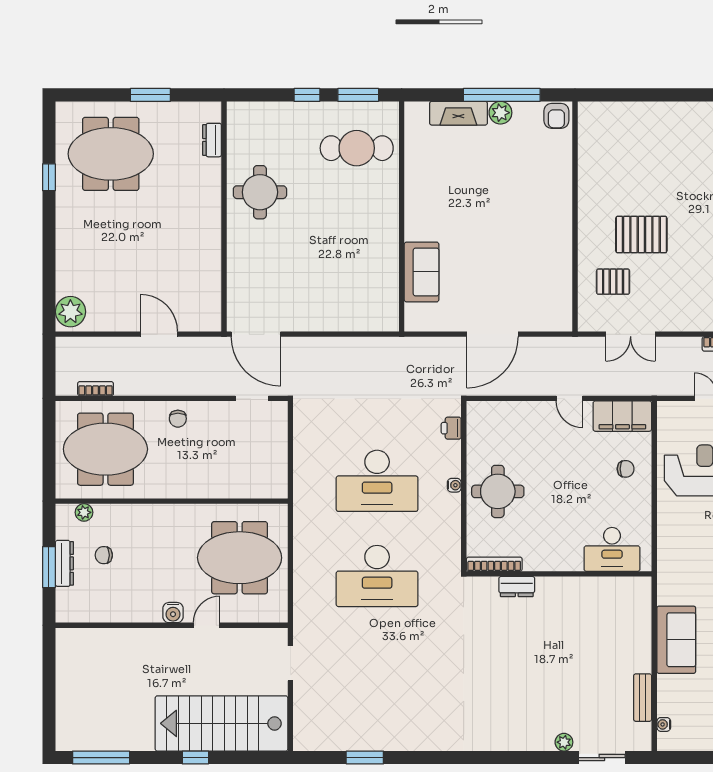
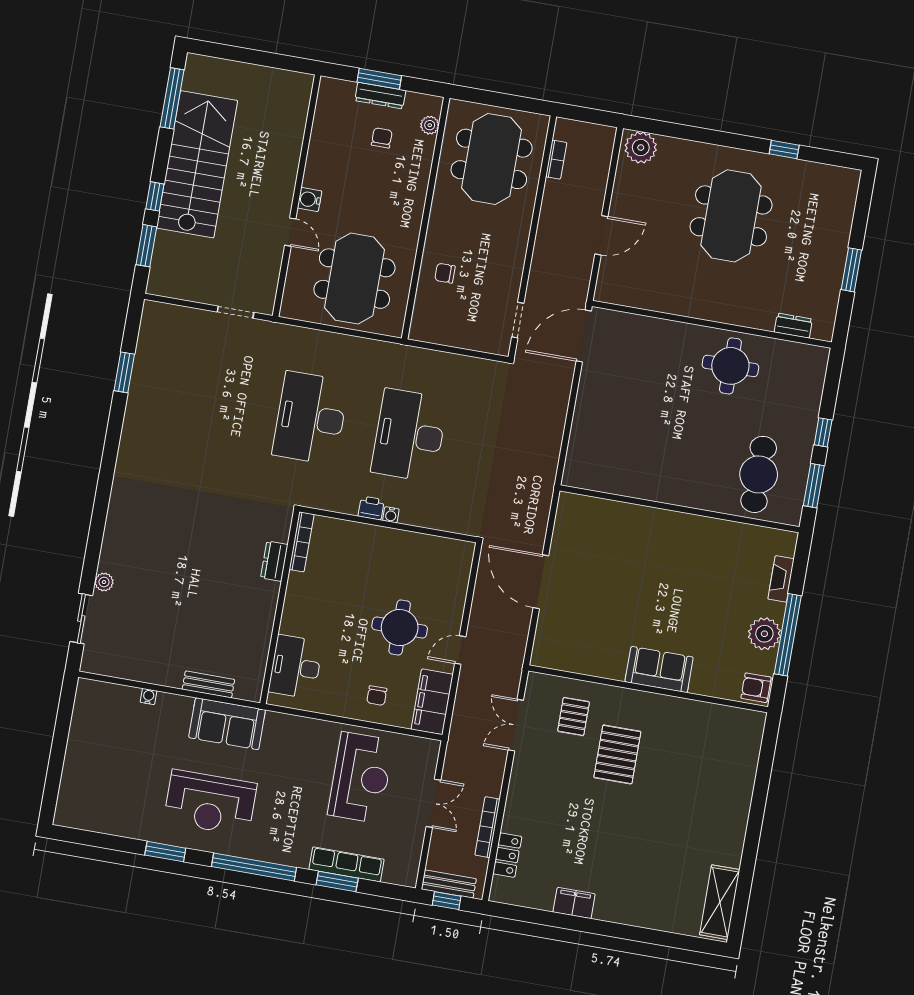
fireplace: (458, 113) -> (781, 579), width x0.73, depth x0.76
plant: (500, 113) -> (764, 634), width x1.36, depth x1.36
meeting table: (111, 154) -> (731, 216), moved
sofa: (422, 272) -> (659, 669), moved, turned 180
chair: (178, 419) -> (445, 273), moved
printer: (451, 428) -> (371, 508), moved
round table: (498, 491) -> (400, 627), moved
sofa: (676, 640) -> (227, 724), moved
bench: (643, 698) -> (208, 684), moved
stairs: (221, 723) -> (197, 164), moved
water cooler: (664, 724) -> (149, 697), moved
window: (243, 758) -> (146, 246), added

